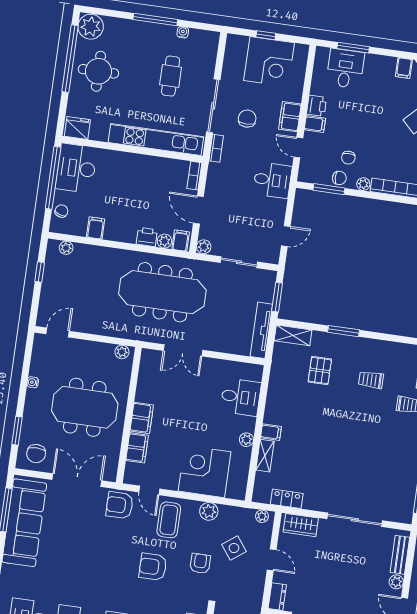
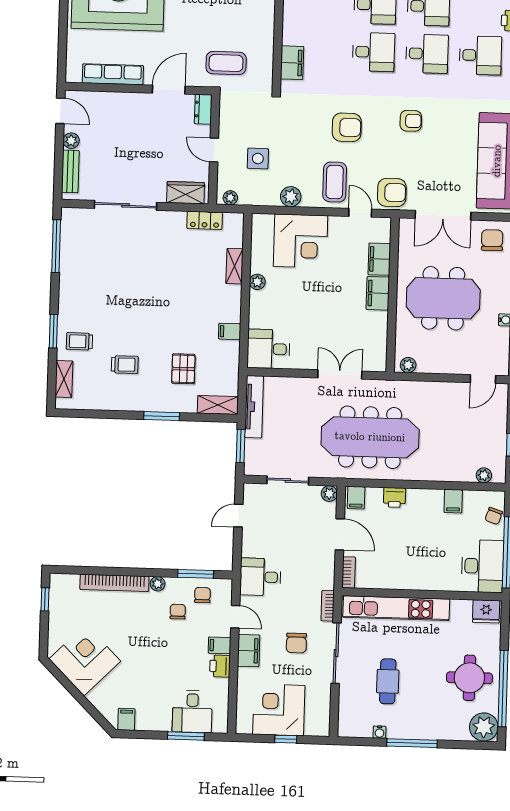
chair: (339, 178) -> (202, 595), moved, turned 91
plant: (164, 241) -> (374, 495), removed
desk: (241, 397) -> (268, 349), moved
filing cabinet: (271, 432) -> (230, 331), moved
side table: (234, 548) -> (258, 159), turned 37
armchair: (200, 563) -> (411, 121), moved, turned -90

